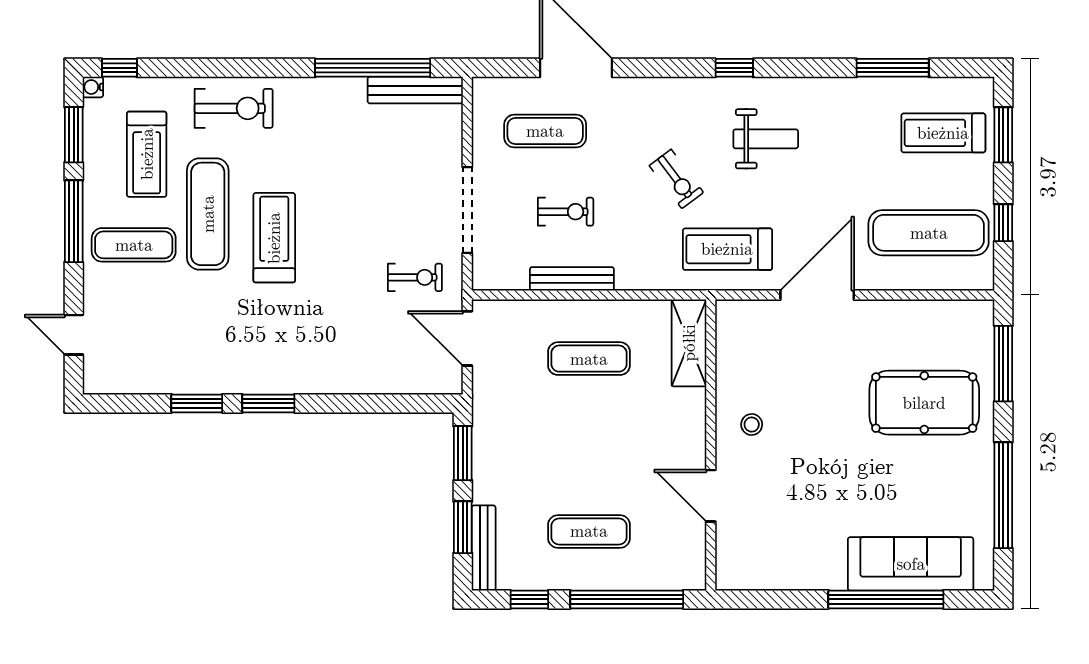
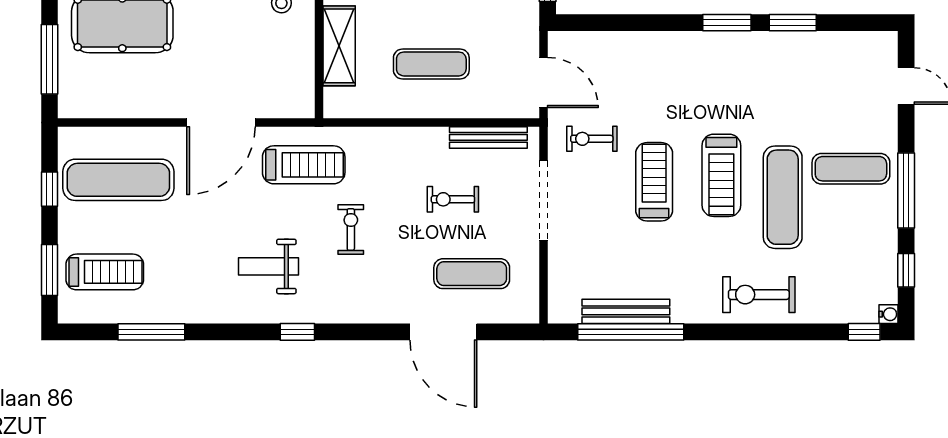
bench: (415, 90) -> (626, 311), moved
window: (74, 135) -> (906, 270), width x0.67
treadmill: (147, 154) -> (654, 182), moved
exercise bike: (676, 179) -> (351, 229), turned 37
bench: (572, 279) -> (488, 137), moved
shelving: (689, 343) -> (339, 46), moved

